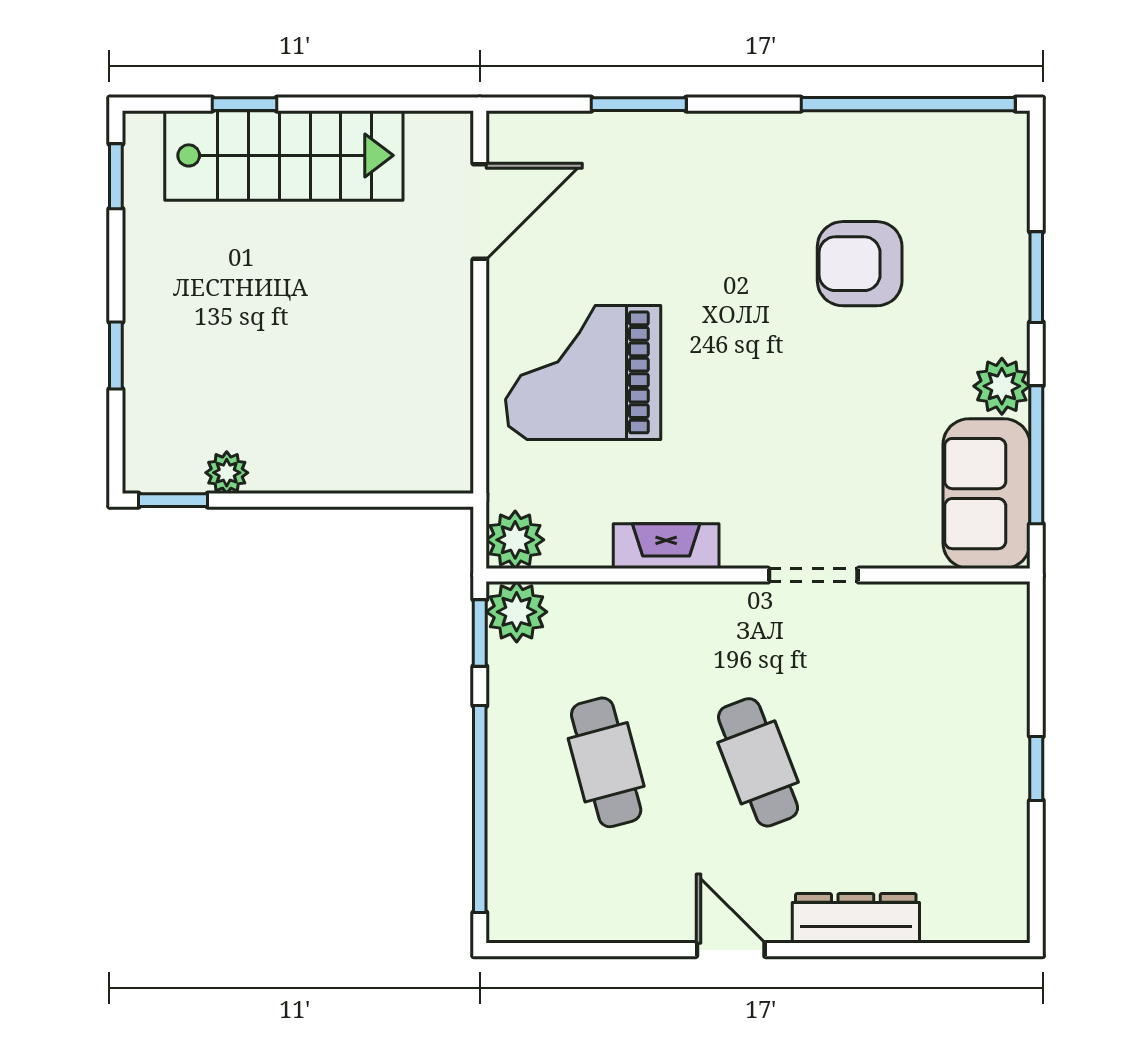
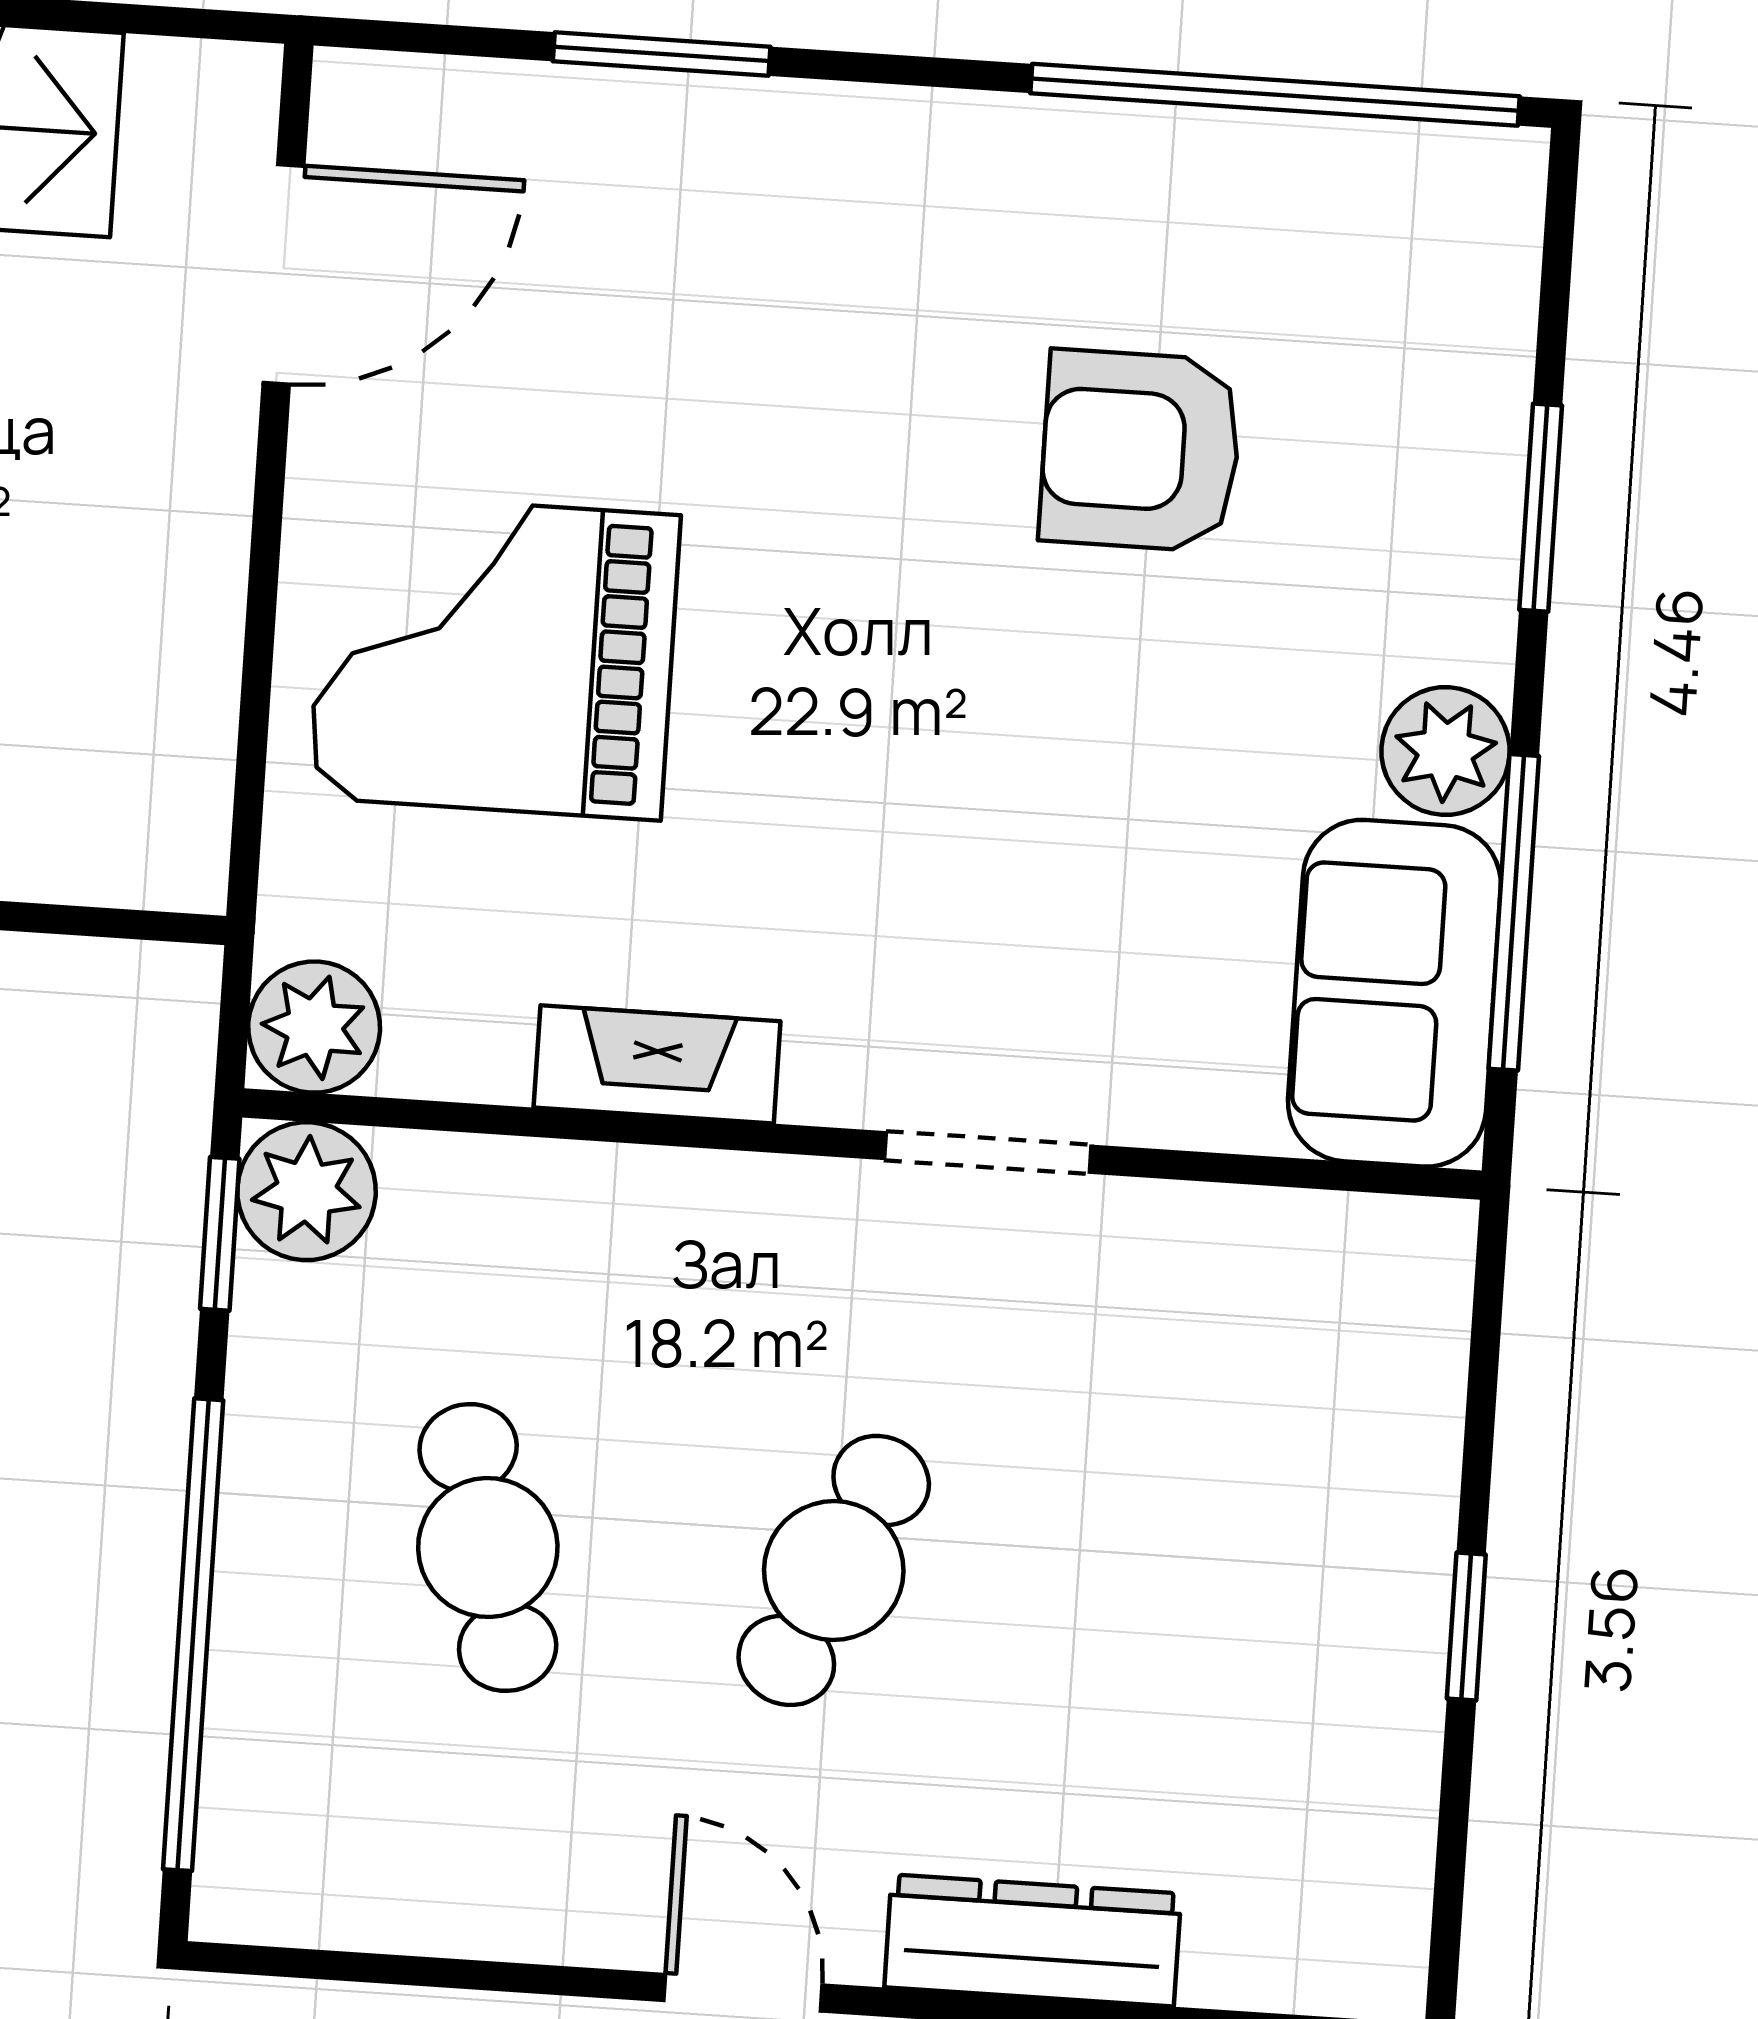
cafe table: (758, 762) -> (834, 1570), turned 45

